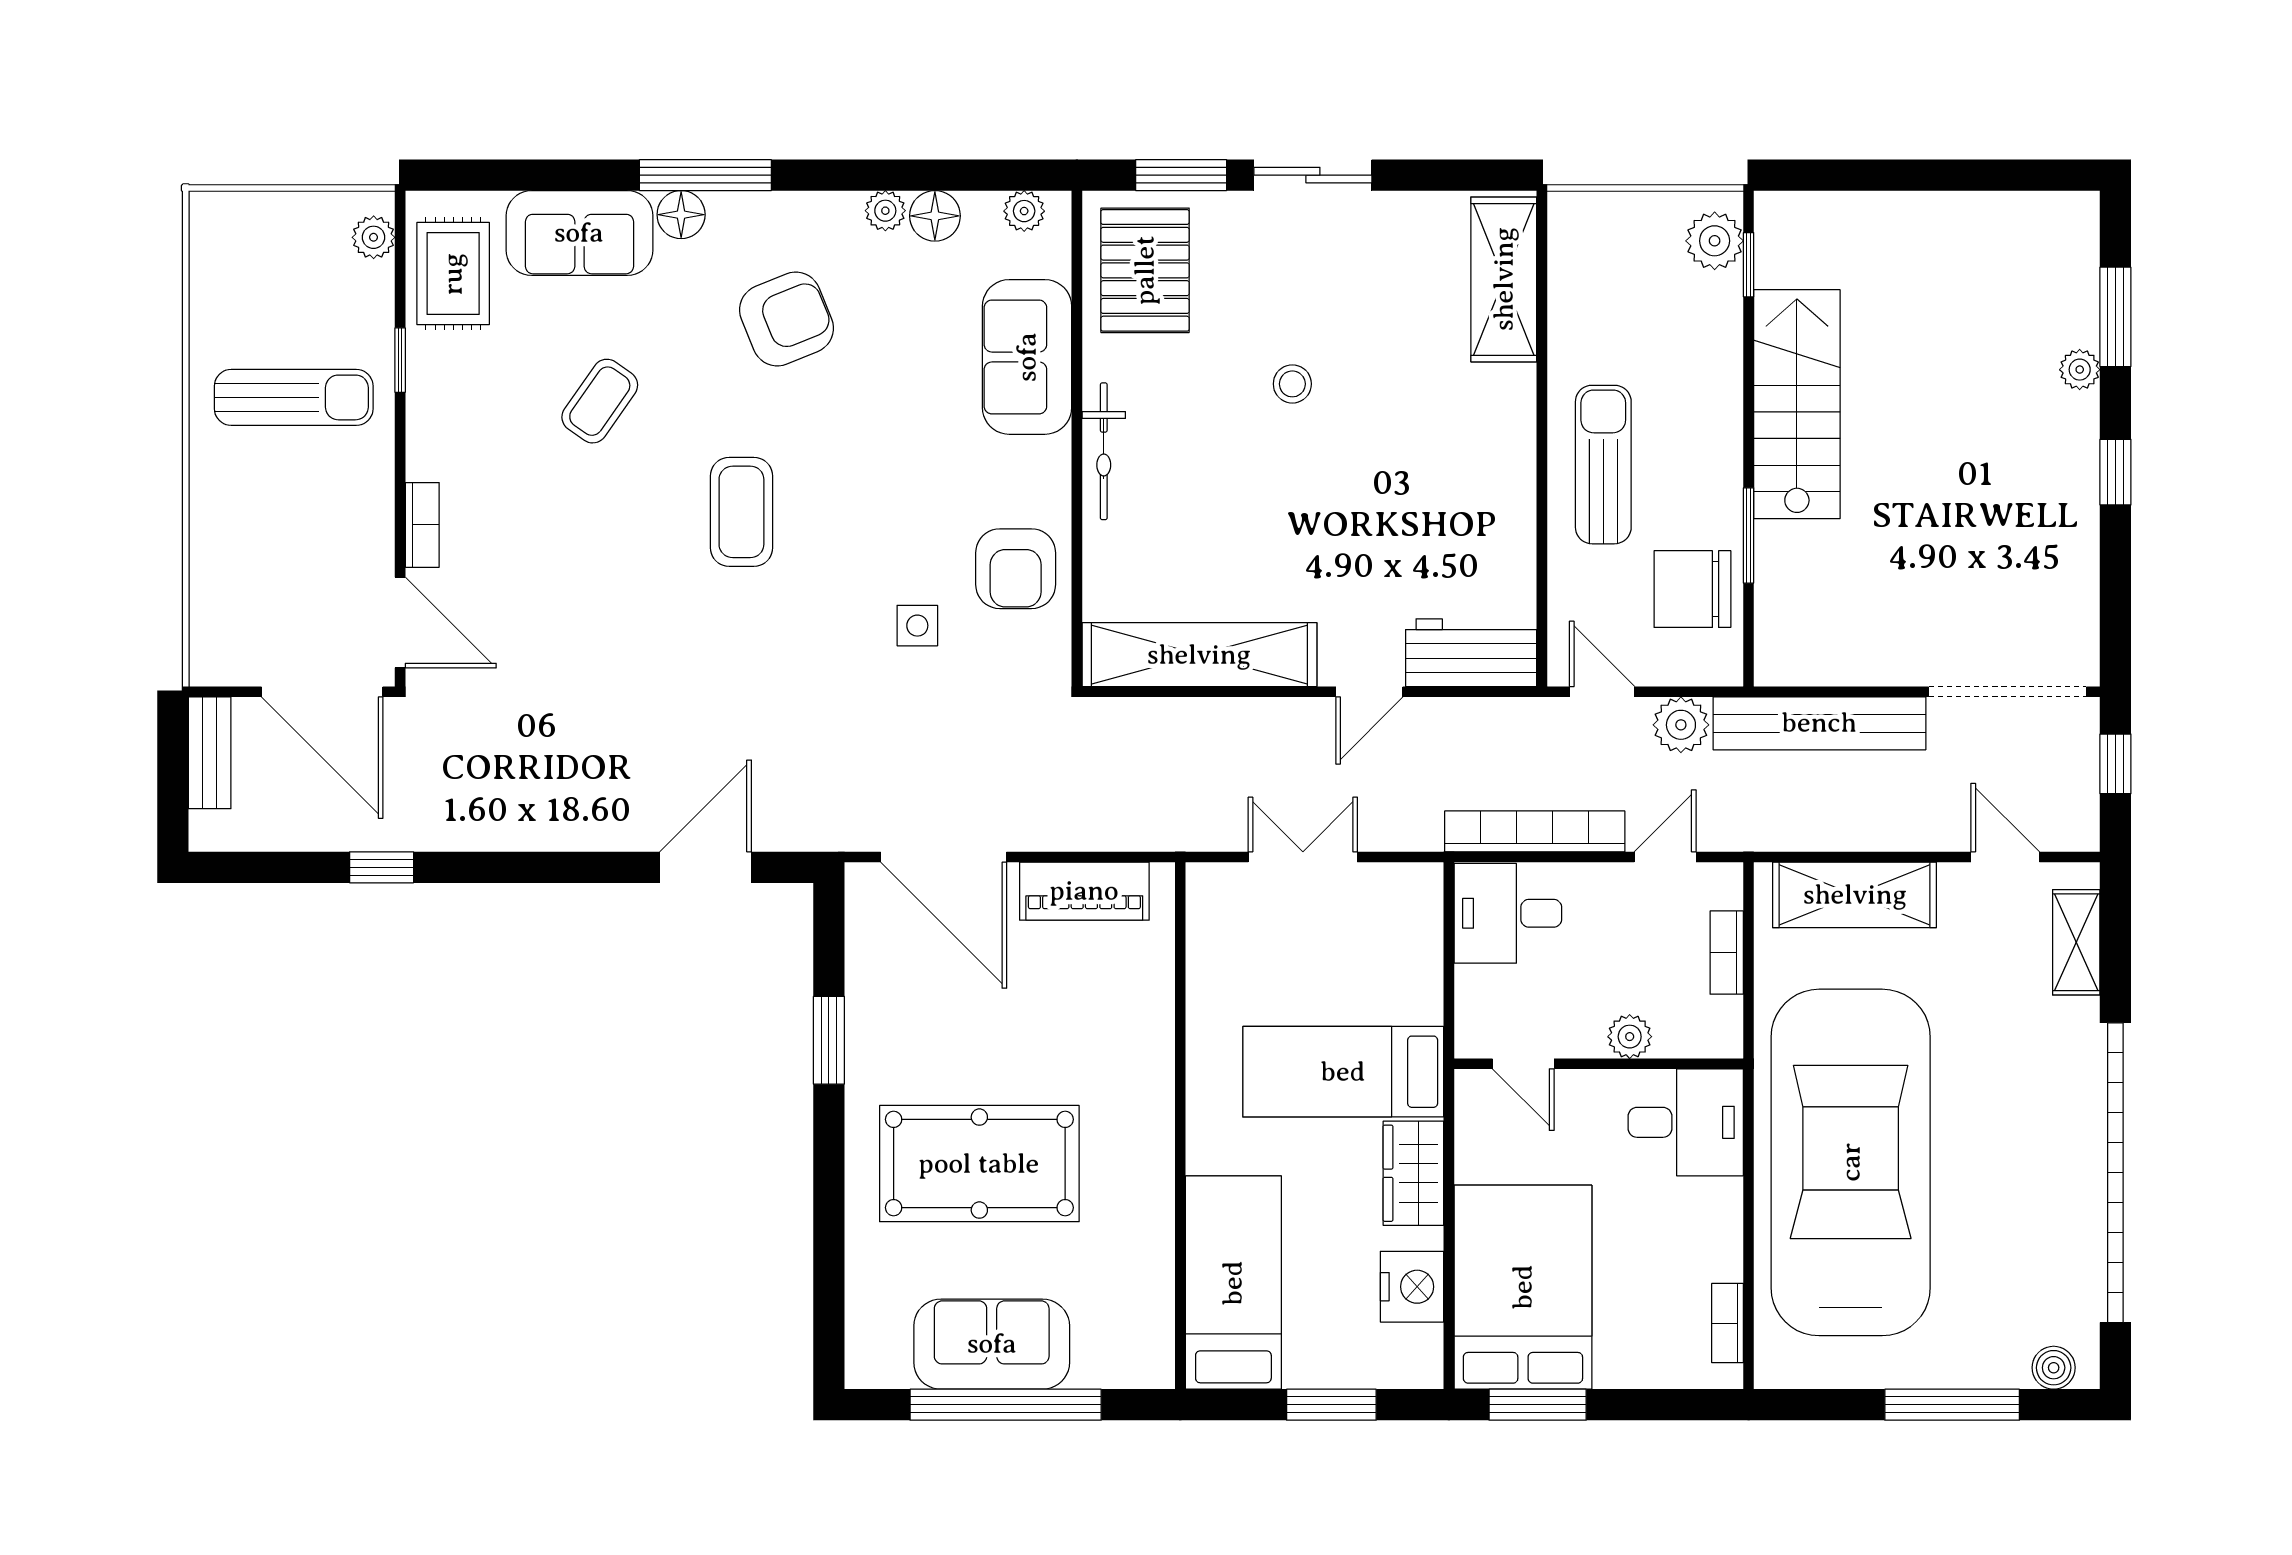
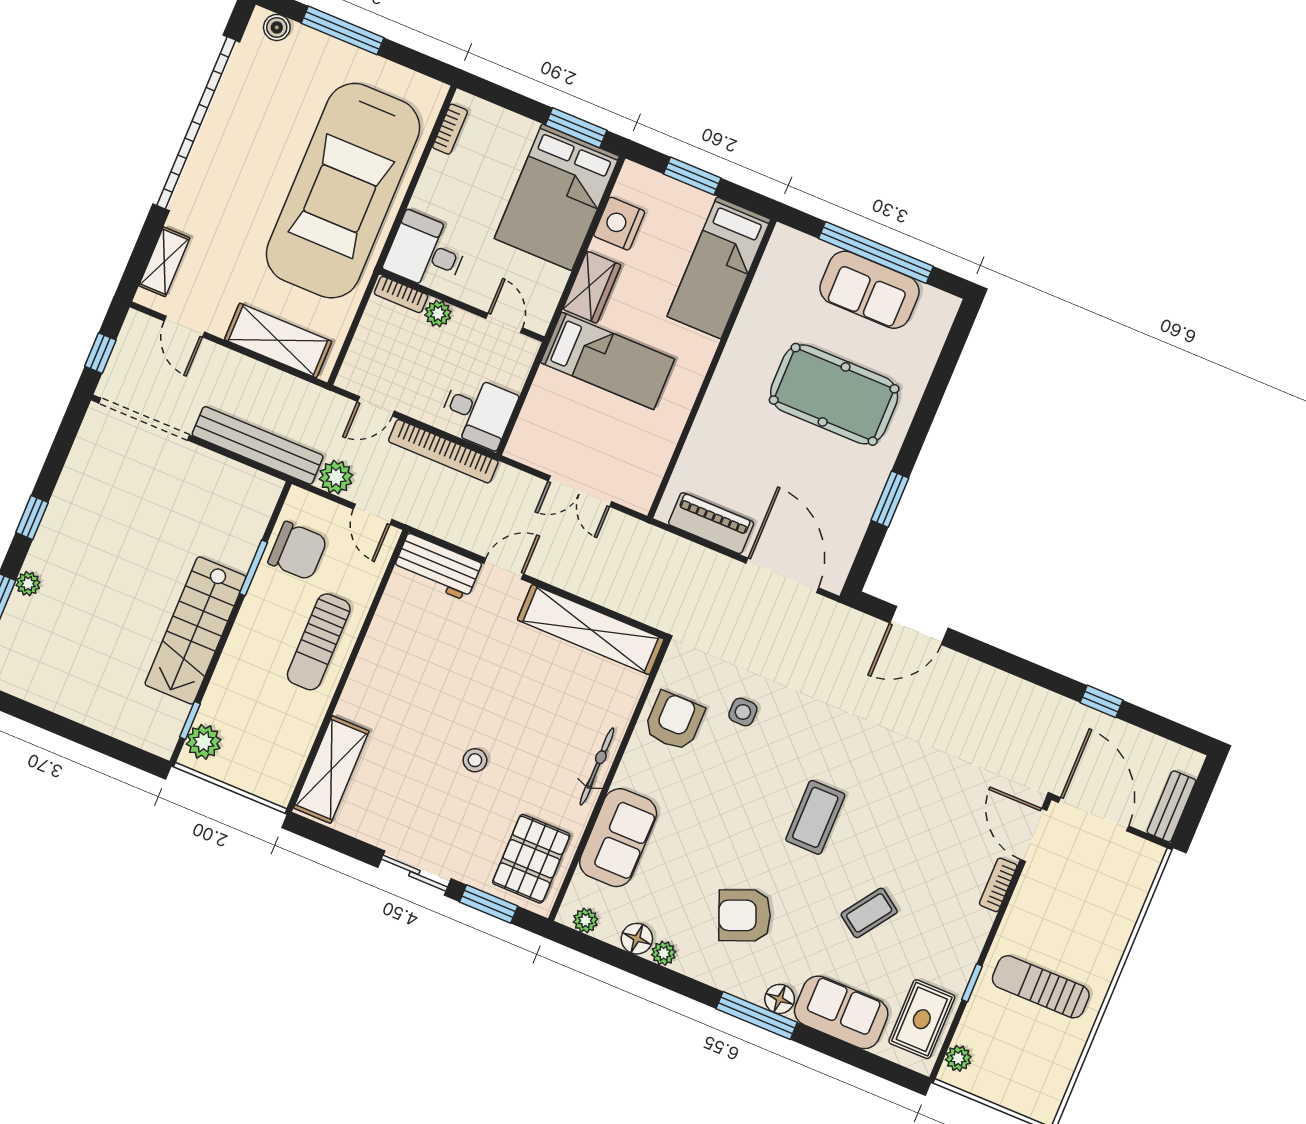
bookcase: (1727, 953) -> (401, 295), moved, turned 90

